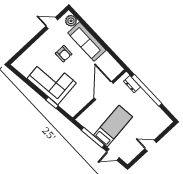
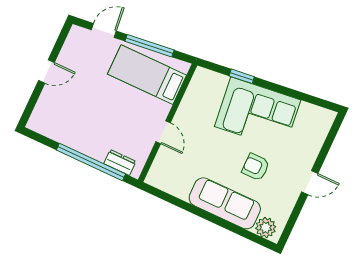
door: (52, 23) -> (310, 183), moved
door: (104, 91) -> (163, 132), width x0.53
bed: (113, 126) -> (147, 75), moved, turned 96

